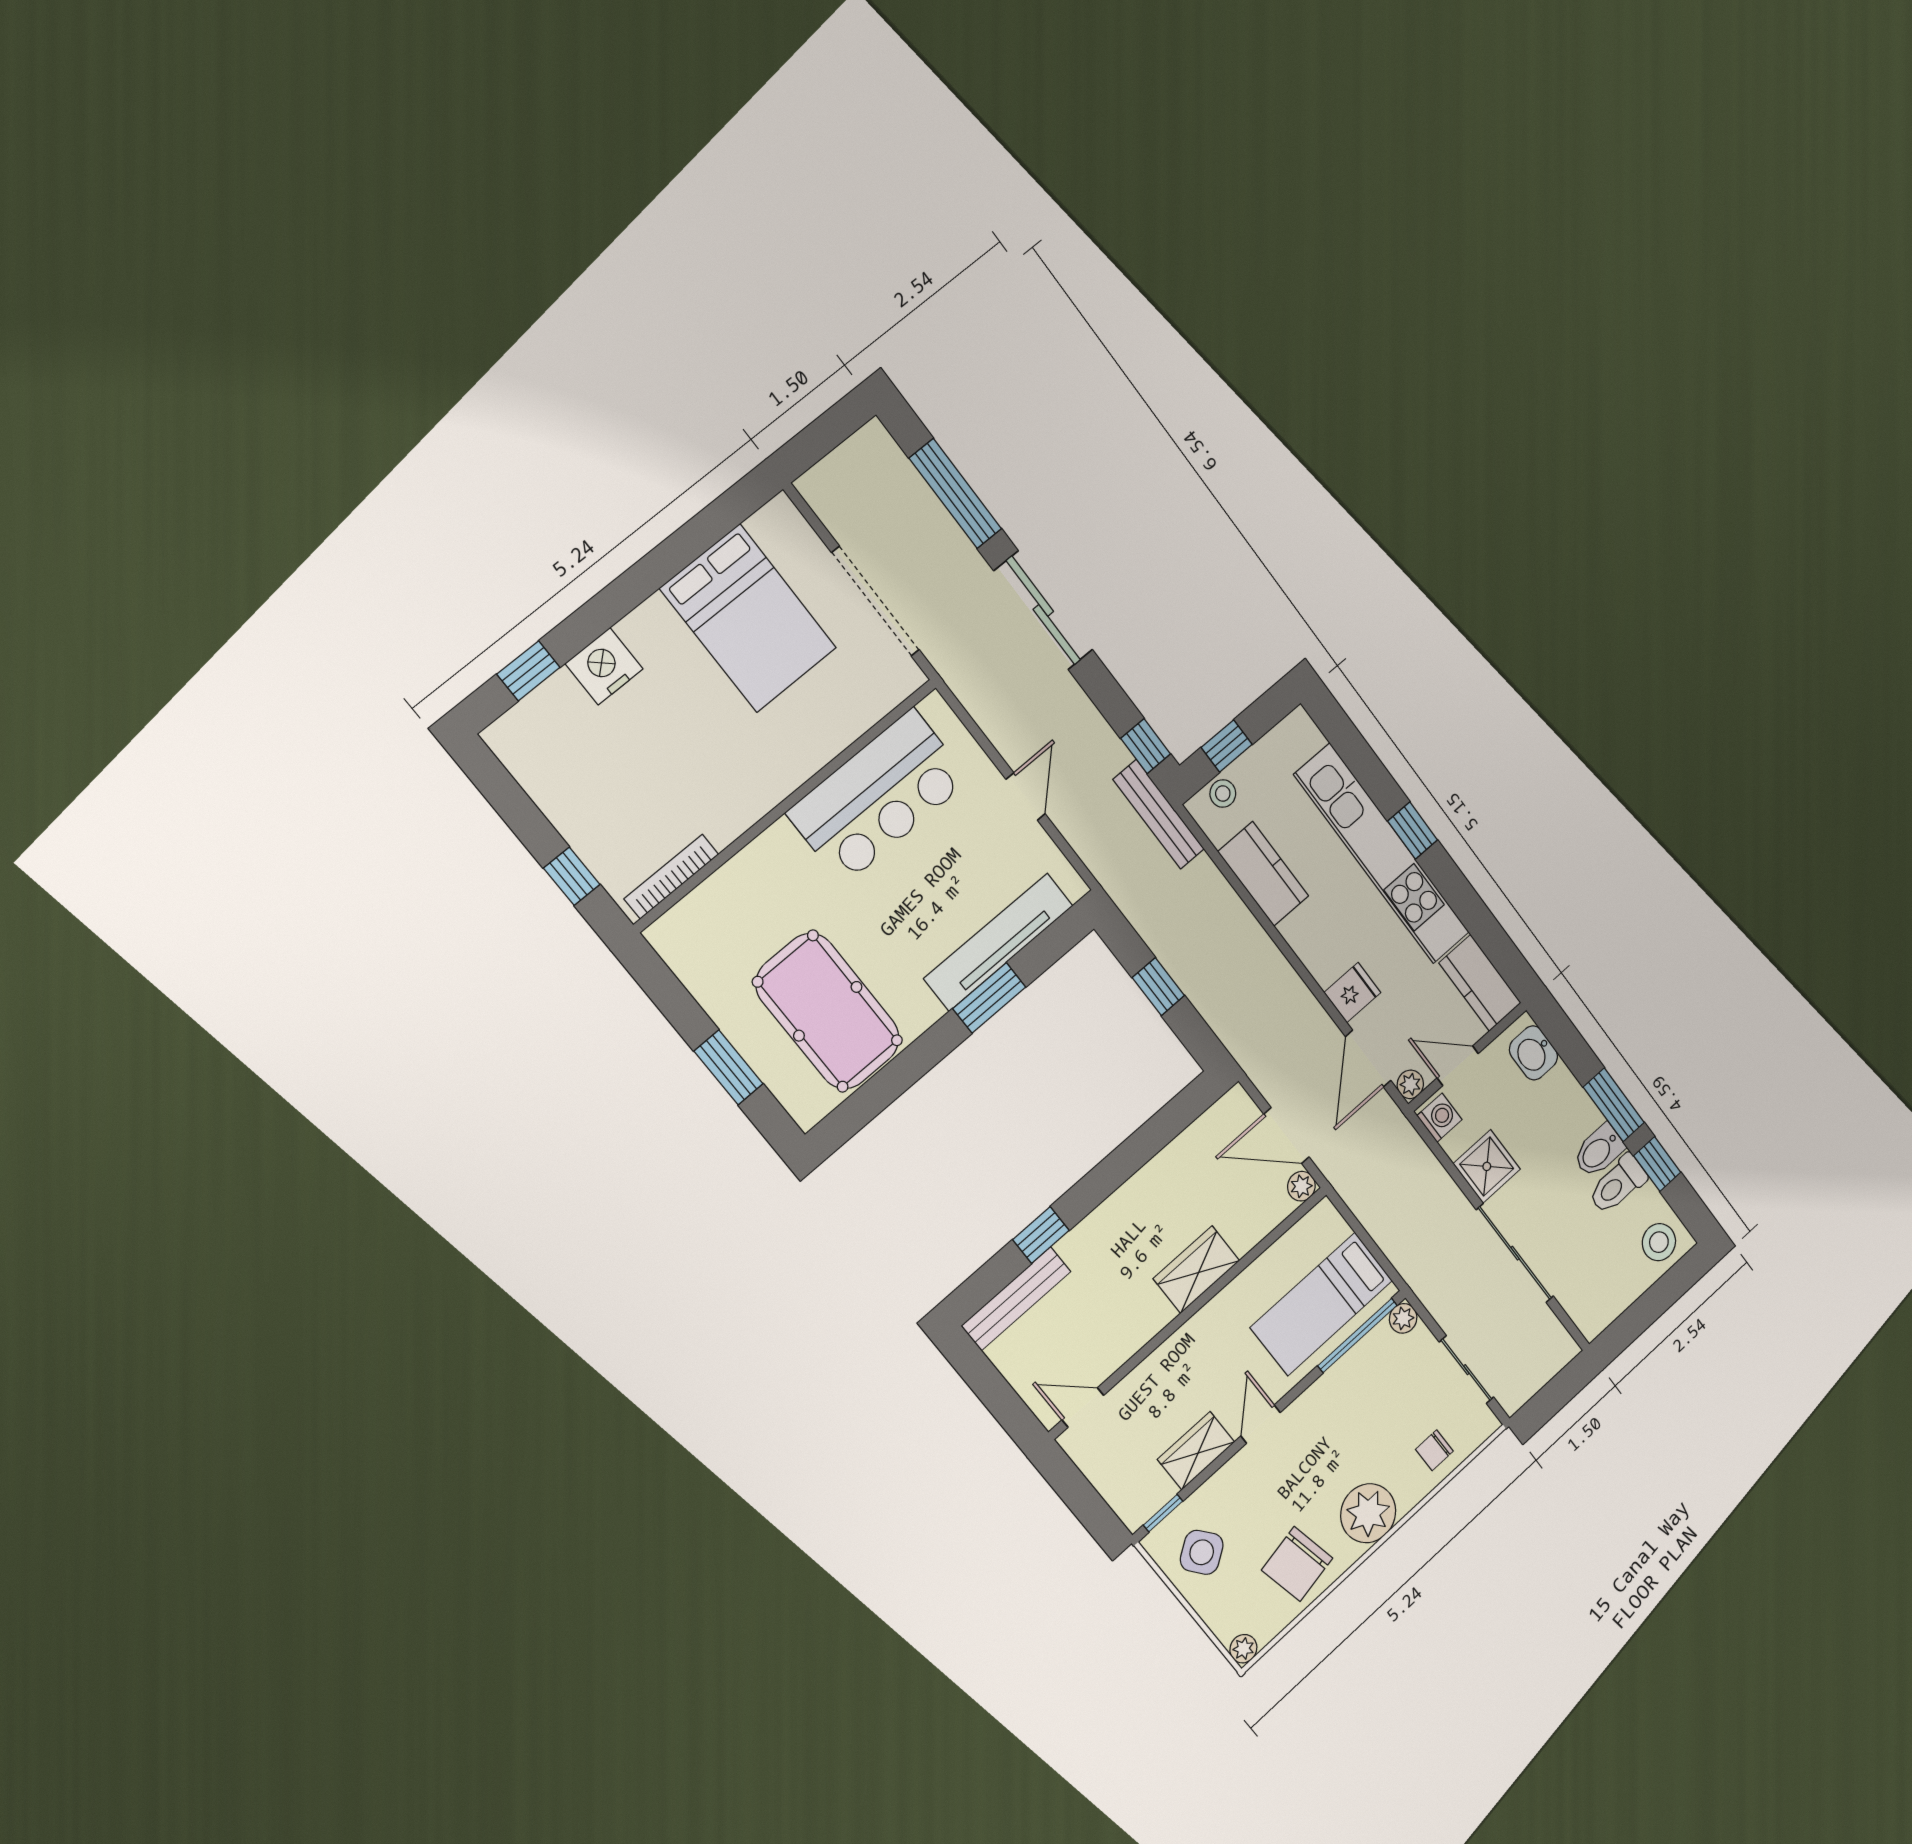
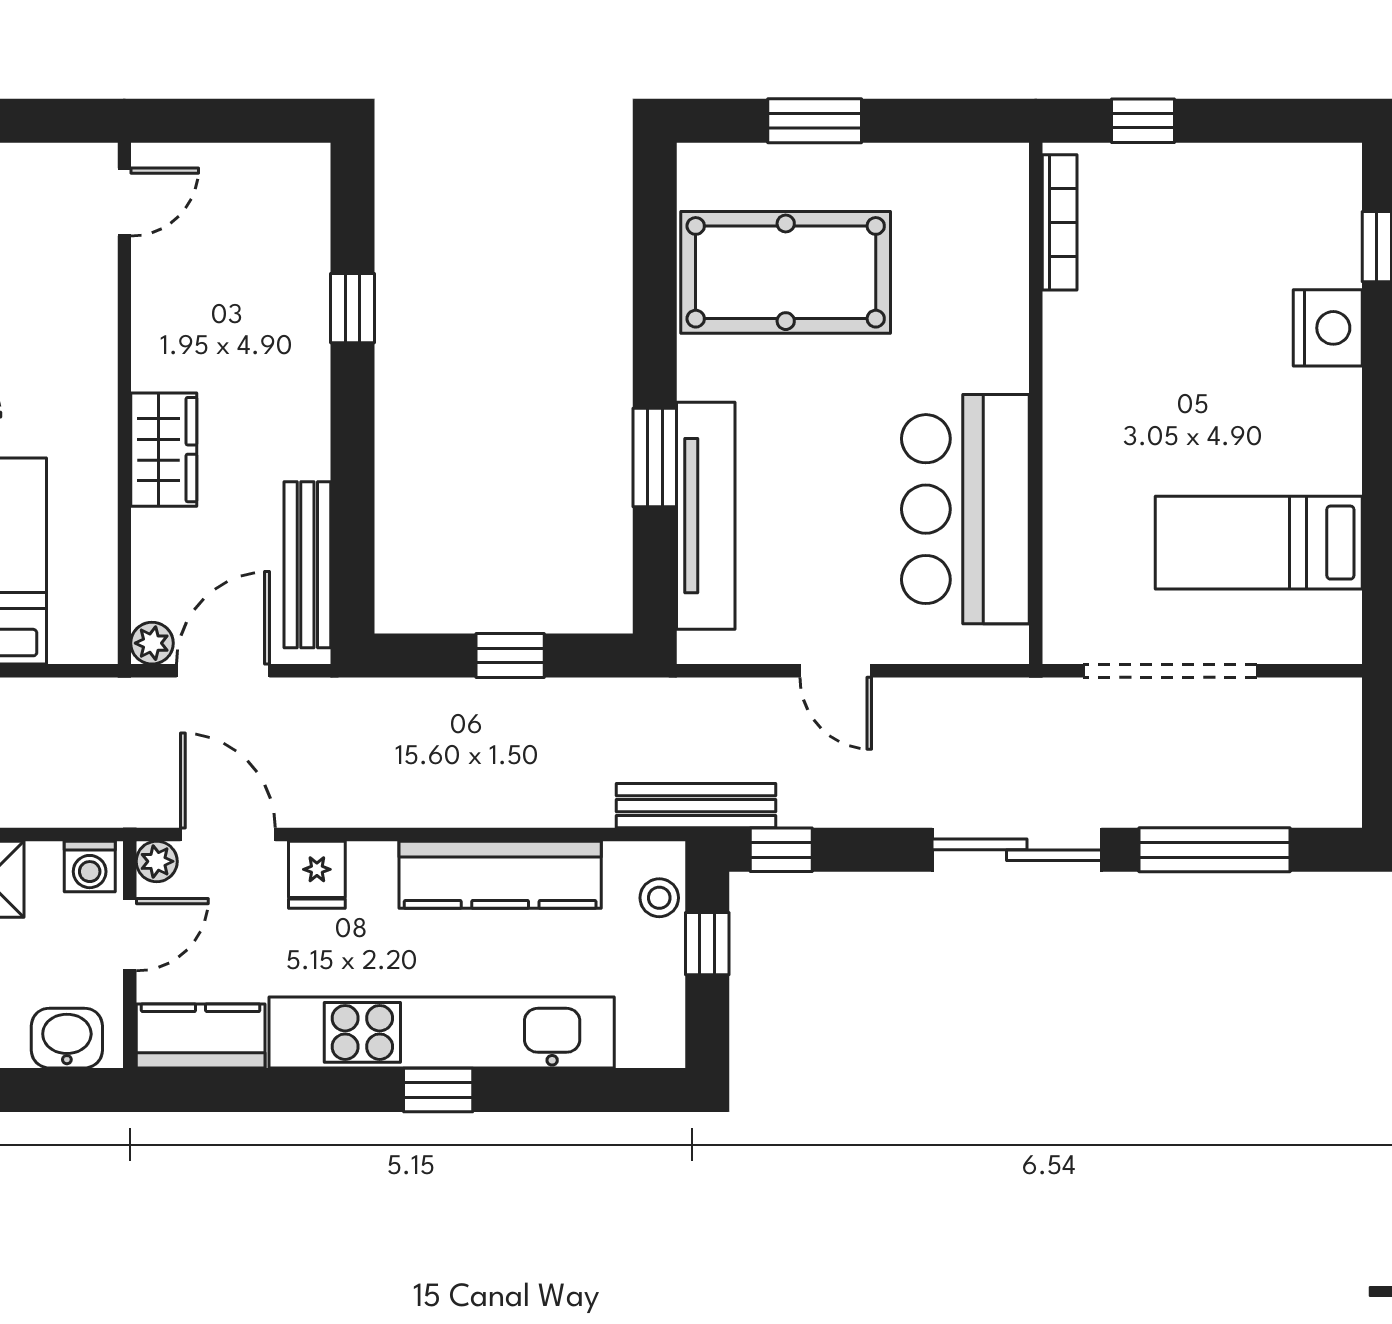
bed: (748, 618) -> (1259, 543), width x0.67
kitchen counter: (1263, 874) -> (500, 875), width x1.50
bench: (1016, 1299) -> (307, 565), moved

